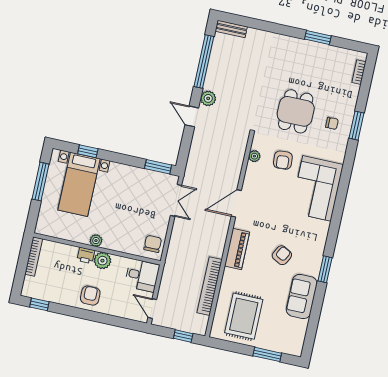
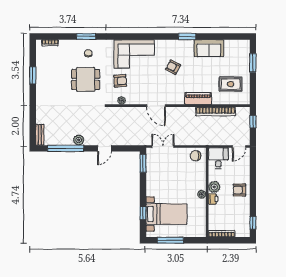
plant: (208, 98) -> (79, 140), moved
piano: (237, 249) -> (198, 98), moved
armchair: (282, 255) -> (173, 67), moved
rug: (244, 316) -> (231, 84), width x0.73, depth x0.70

